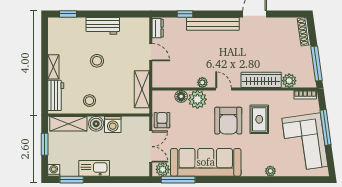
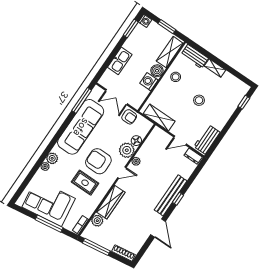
window: (185, 14) -> (178, 199), moved
workbench: (103, 26) -> (207, 139), moved
kitchen sink: (94, 168) -> (120, 61), moved
plant: (163, 169) -> (52, 158), moved

